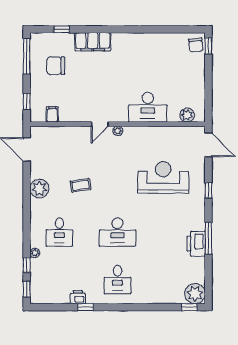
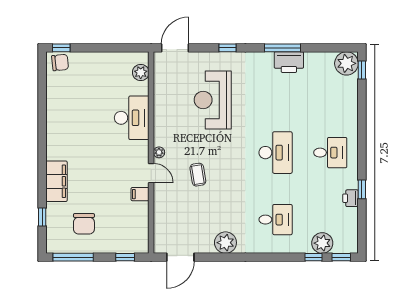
filing cabinet: (52, 114) -> (140, 194), moved
coffee table: (81, 185) -> (198, 175), moved
plant: (35, 253) -> (322, 243), moved, width x1.87, depth x1.87

